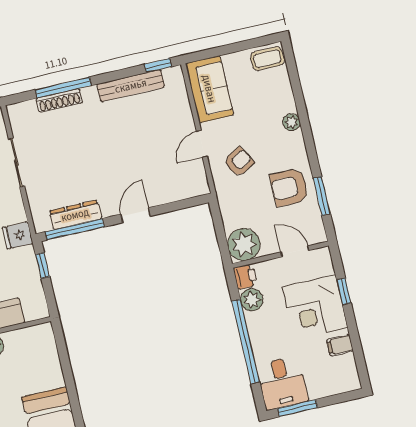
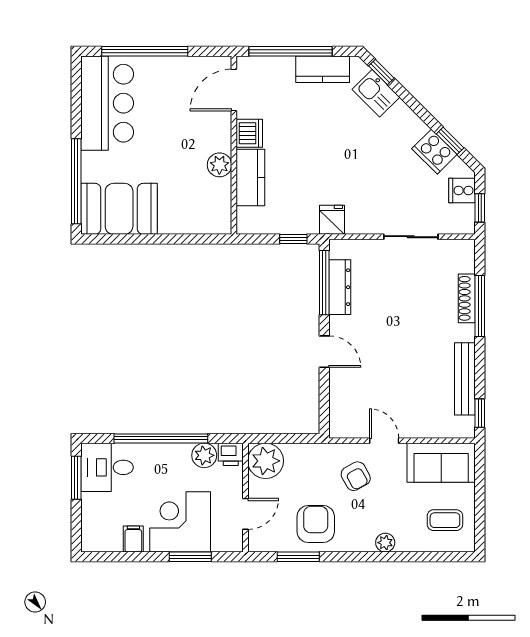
coffee table: (267, 59) -> (445, 520), moved, turned 90
window: (344, 291) -> (190, 557), width x1.50

